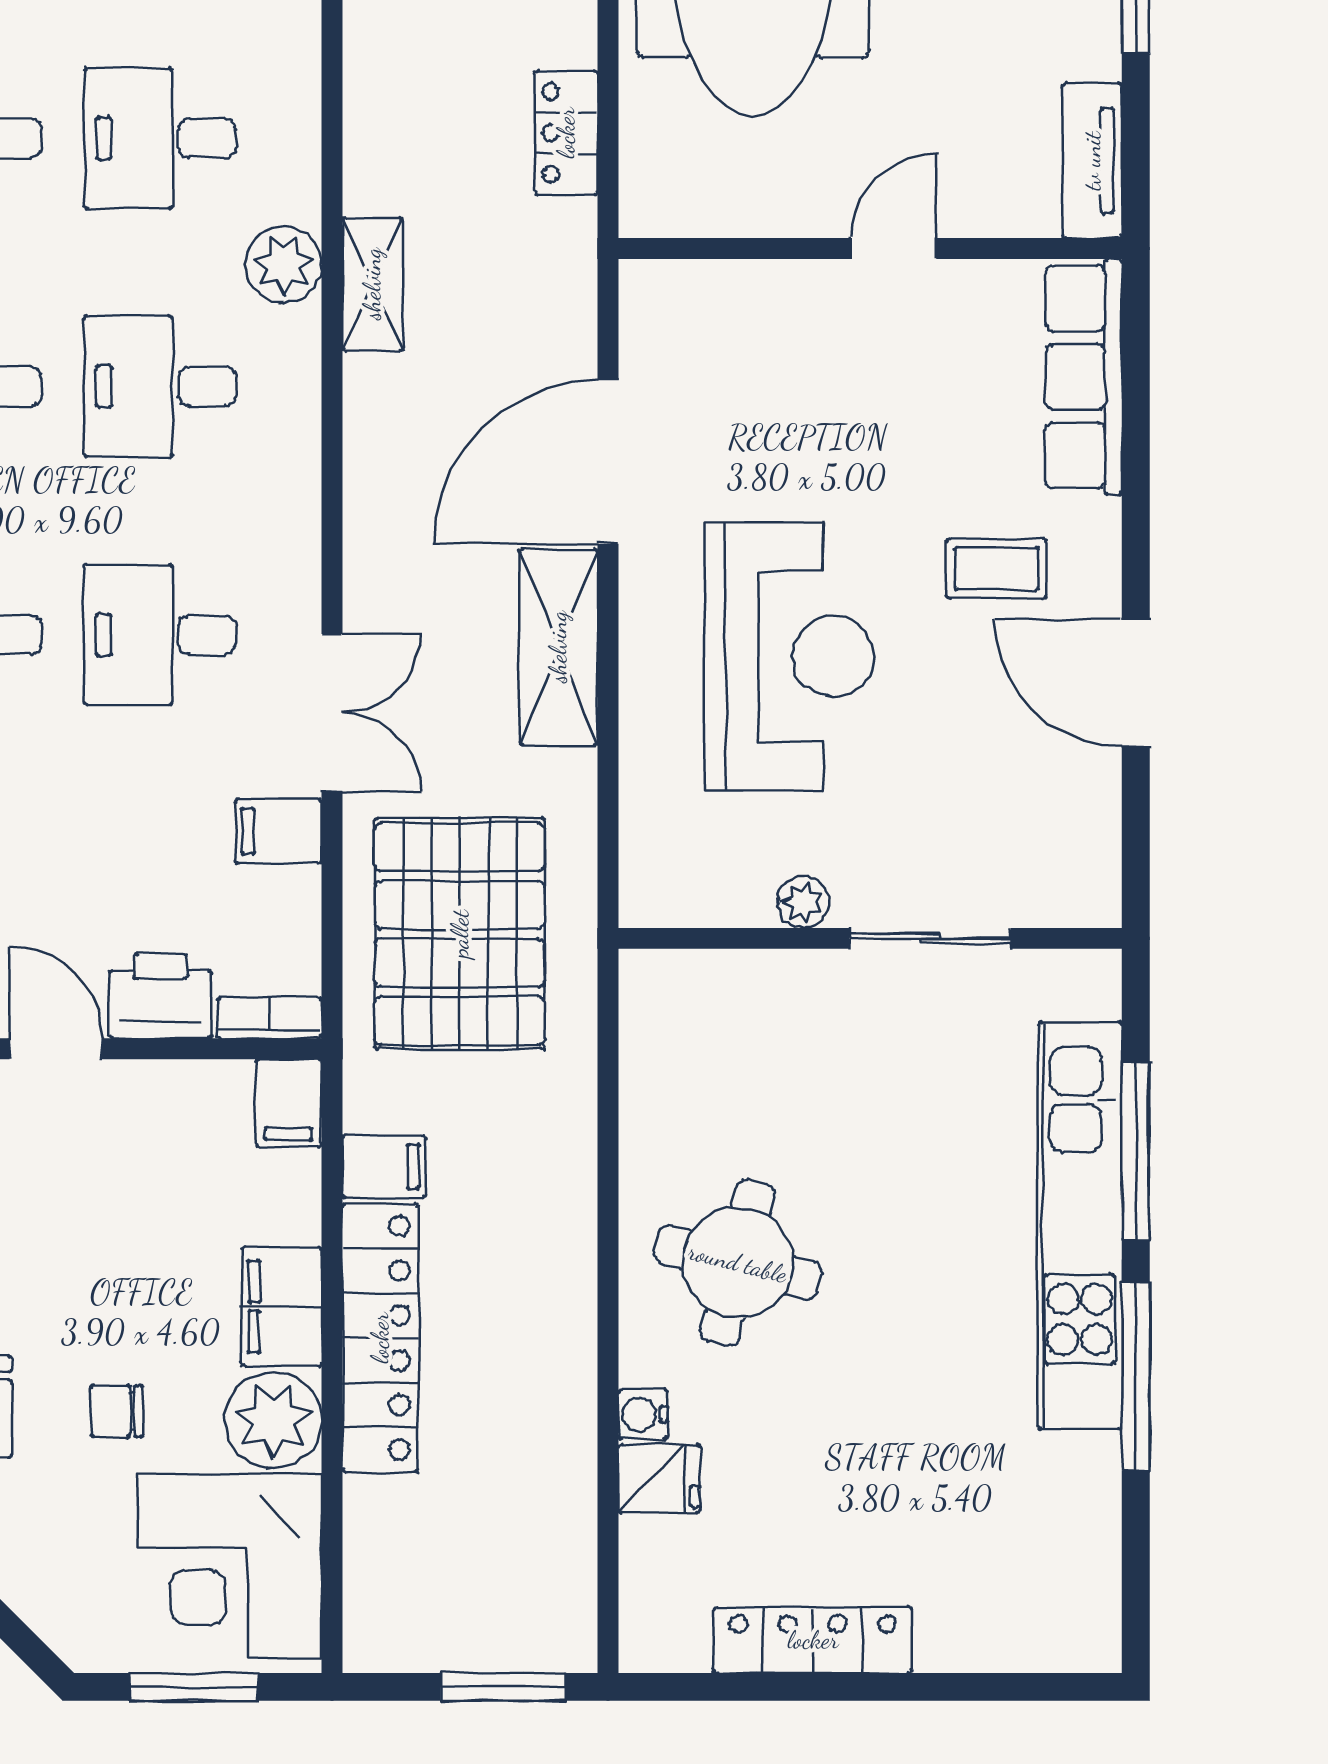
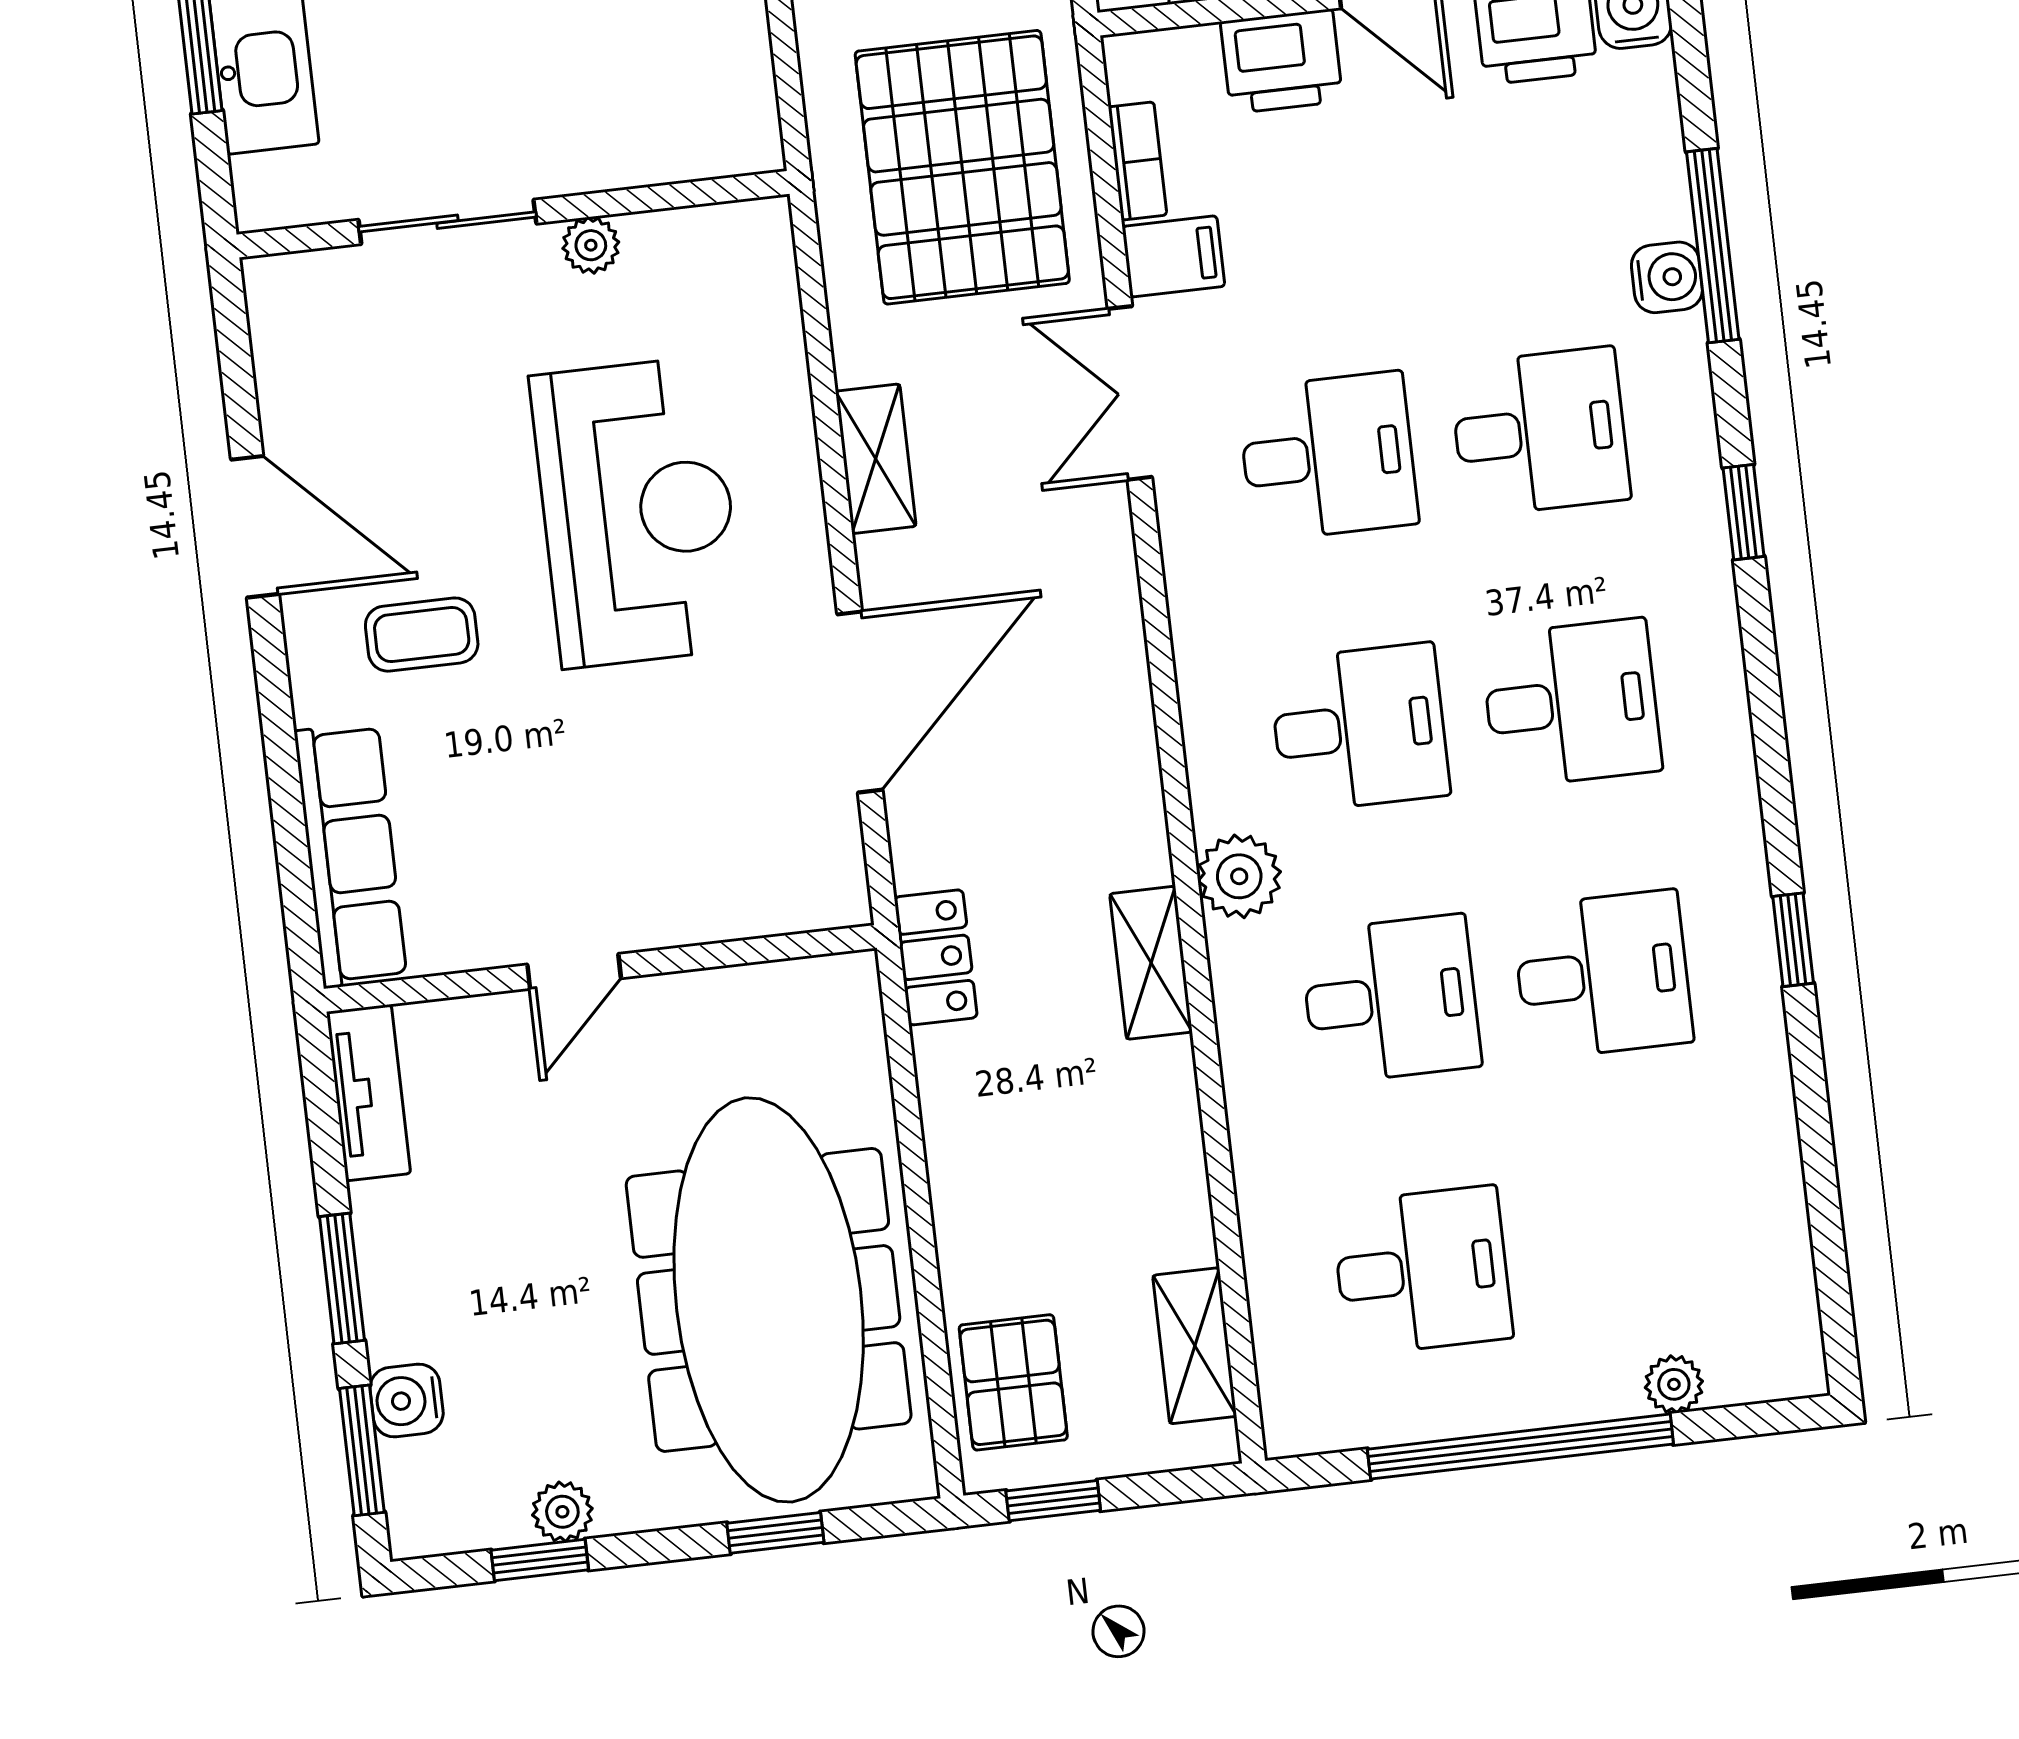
locker: (566, 133) -> (936, 957), moved
shelving: (372, 284) -> (1151, 963), moved
shelving: (558, 647) -> (876, 459), width x0.67, depth x0.75
reception desk: (789, 656) -> (638, 512), turned 180
bookcase: (269, 1018) -> (1137, 161), moved, turned -90

